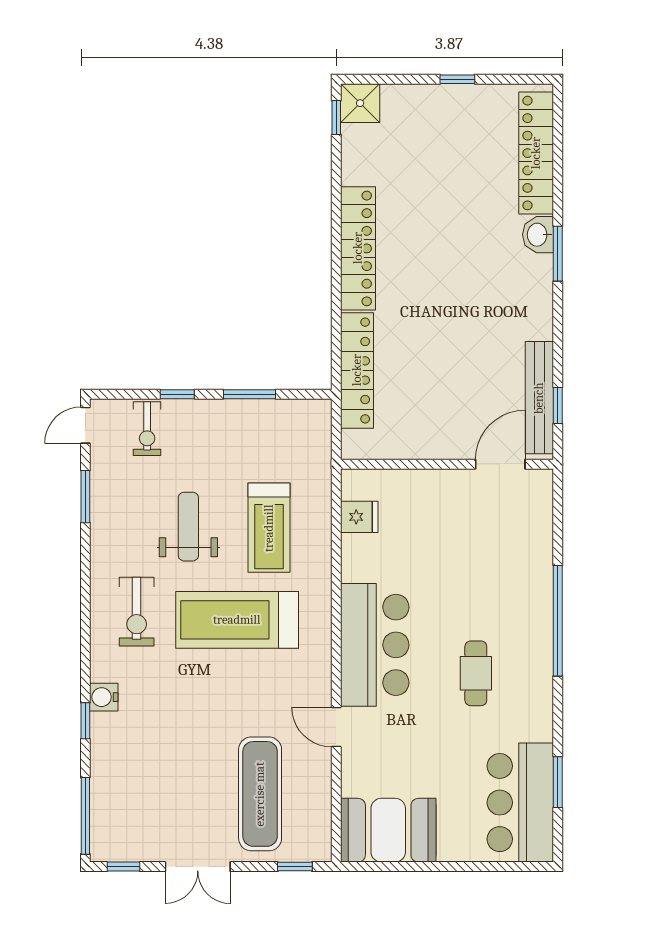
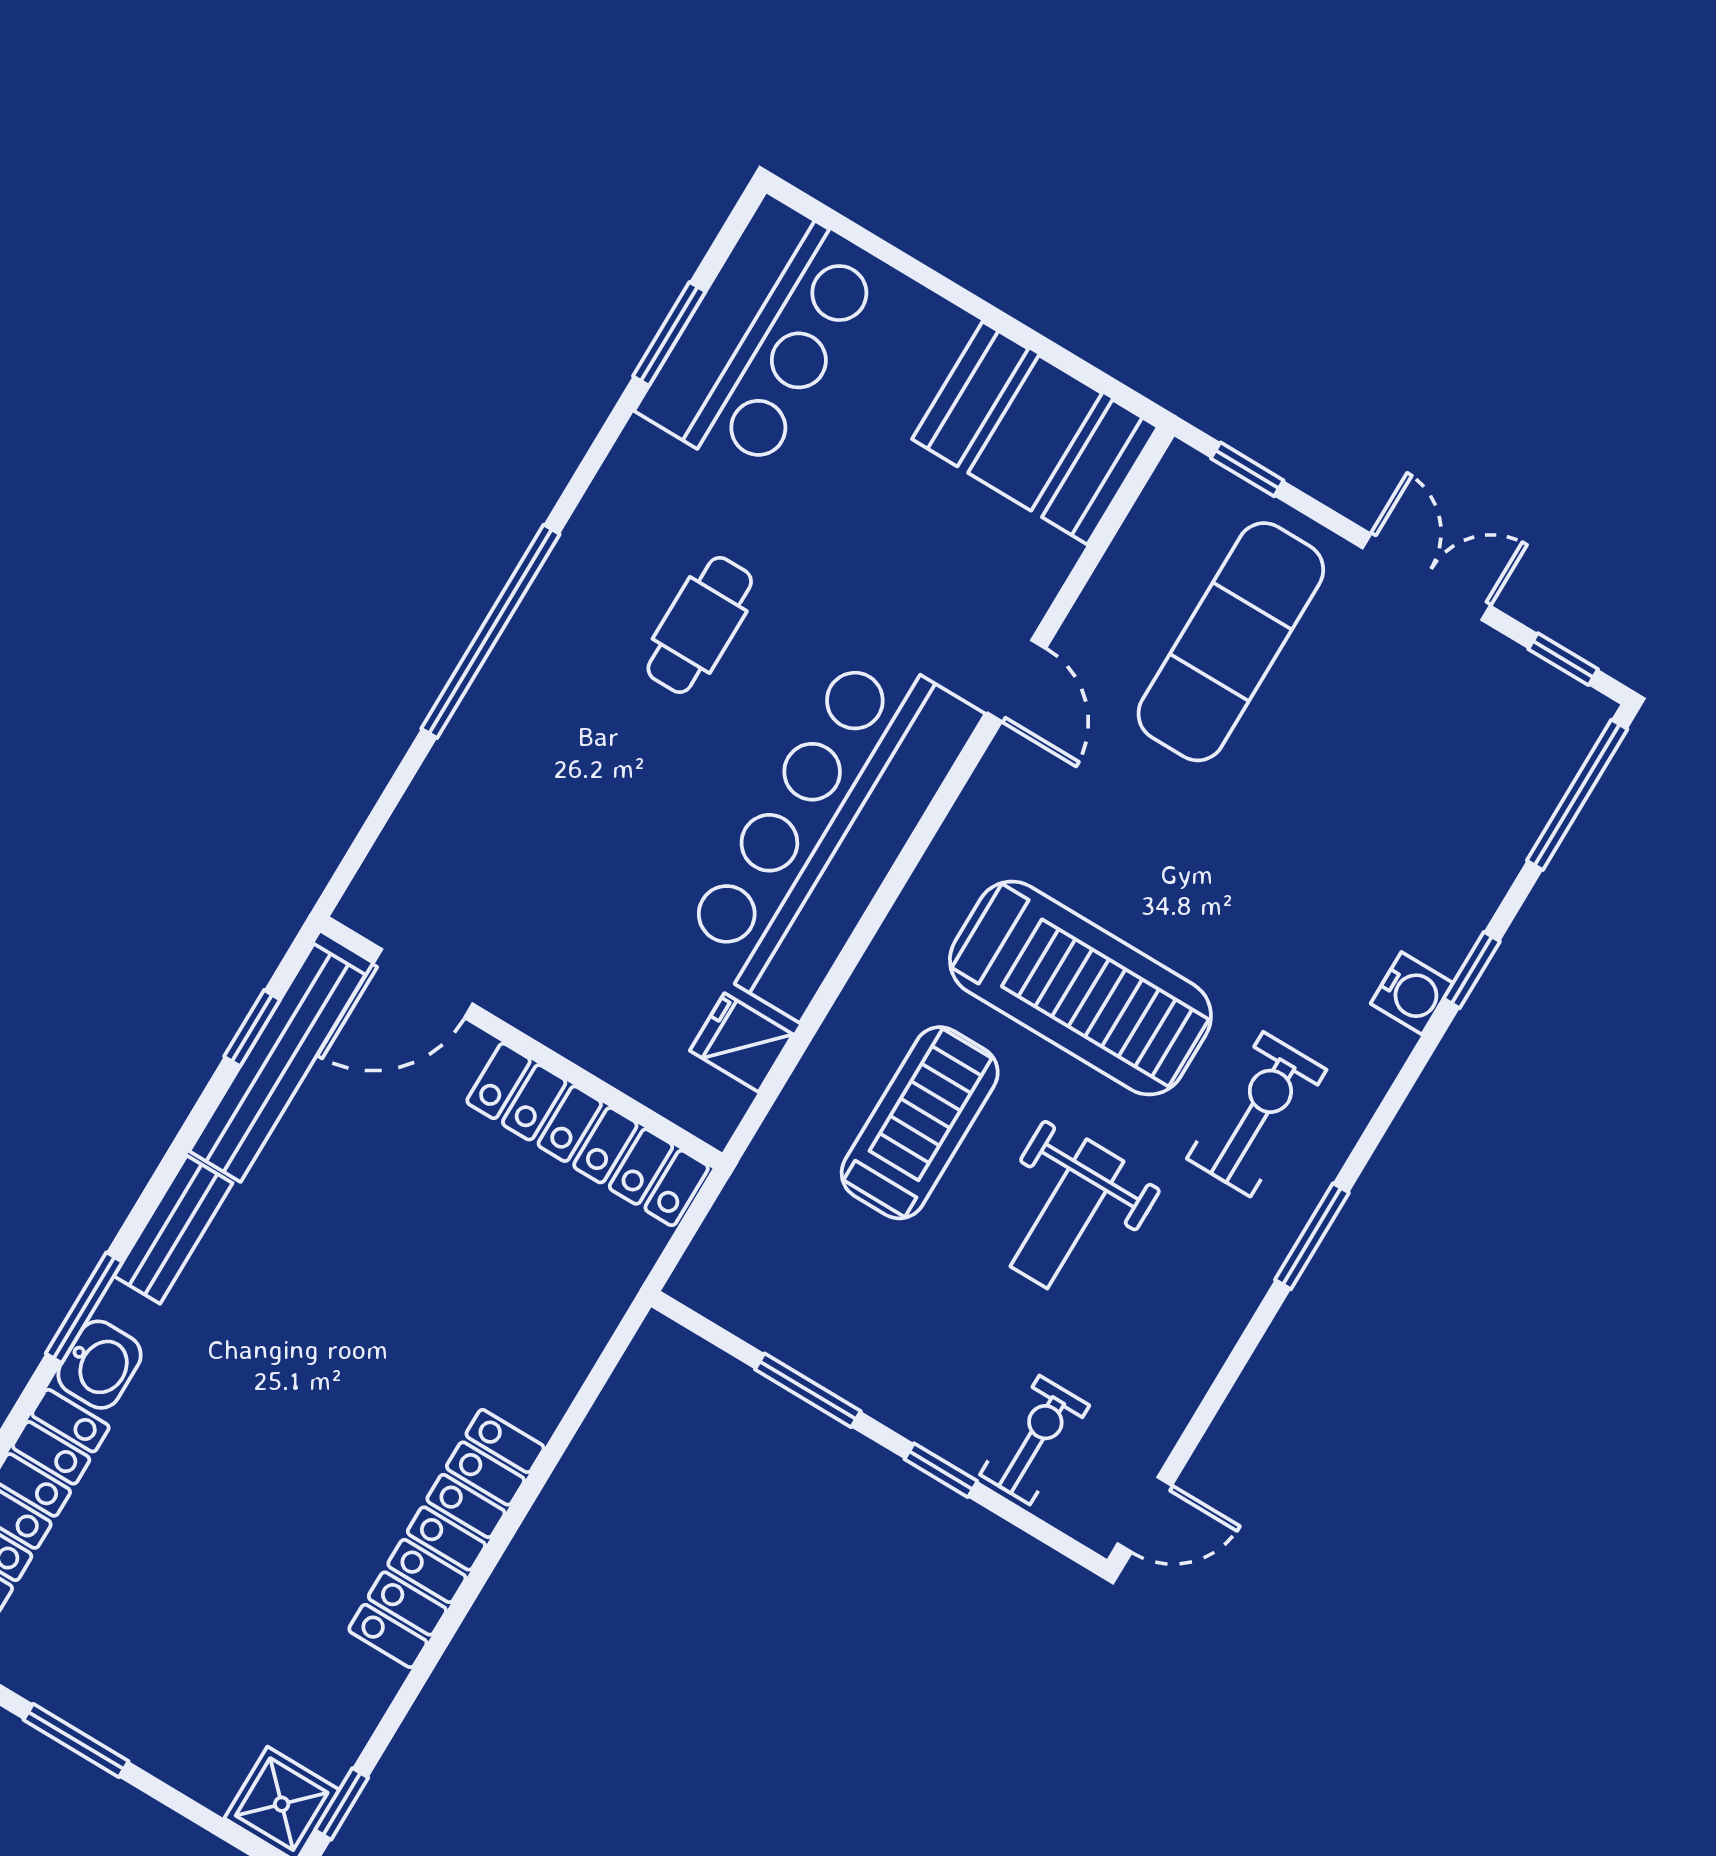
window: (457, 79) -> (76, 1740), width x1.50
bench: (541, 306) -> (173, 1230), added
locker: (357, 370) -> (588, 1134), moved, turned -90
window: (85, 497) -> (1312, 1236), moved
bar counter: (375, 645) -> (830, 831), width x1.36

